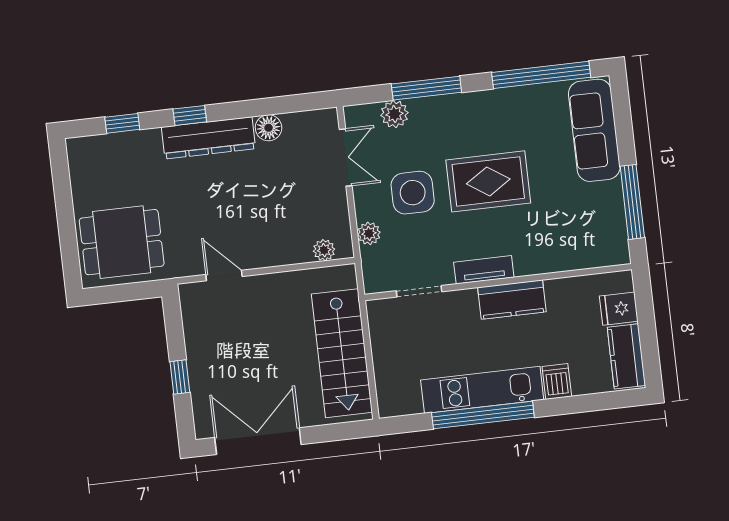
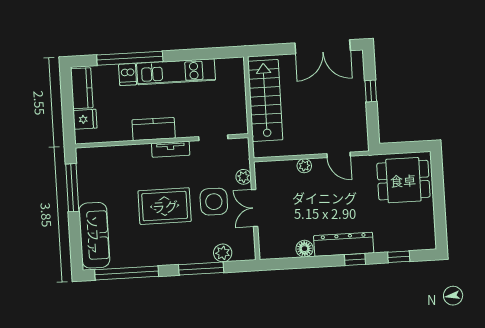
double door: (346, 158) -> (255, 208), moved
plant: (324, 250) -> (304, 166), moved
window: (483, 415) -> (130, 58), moved

